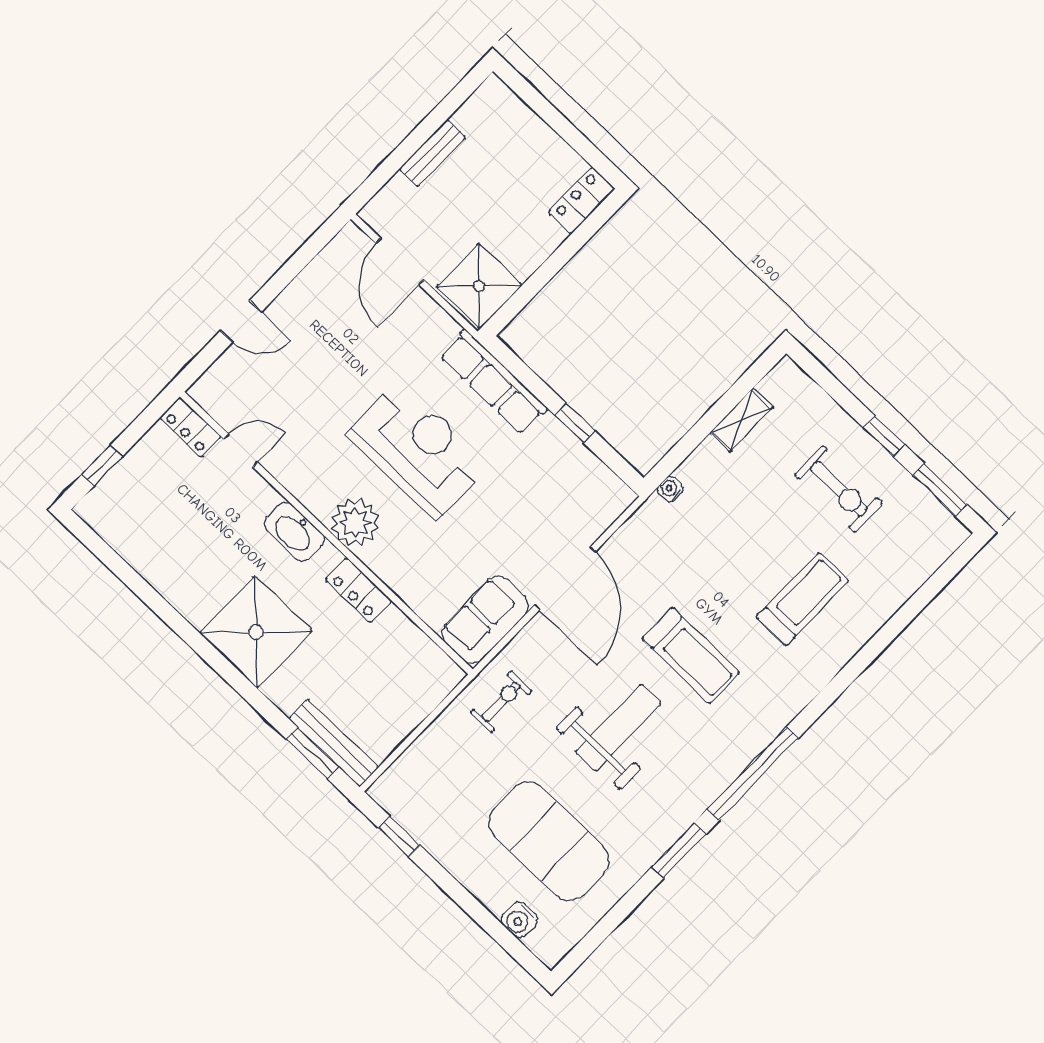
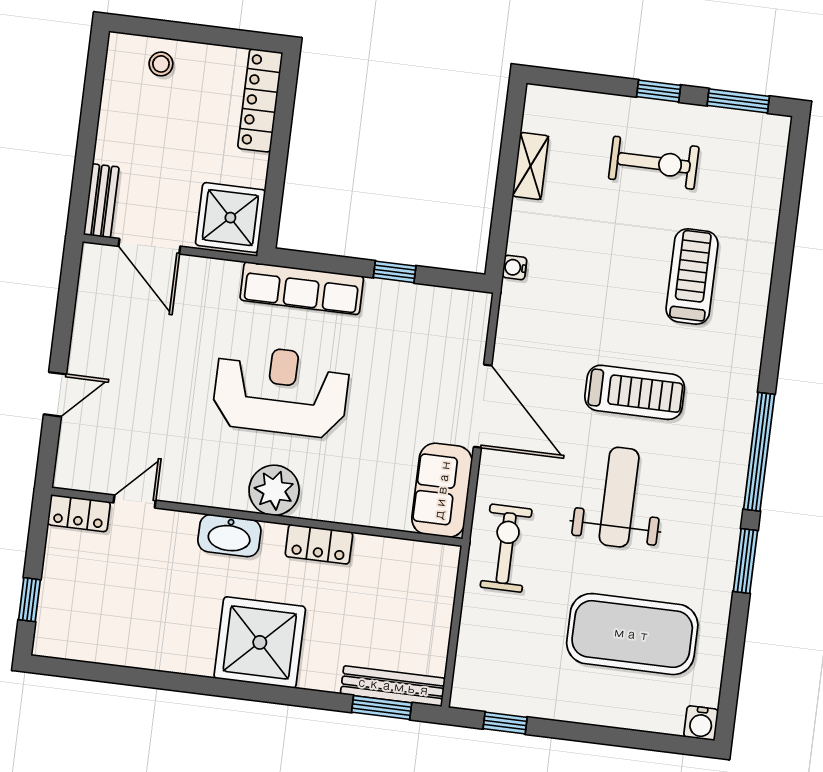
stool: (514, 127) -> (161, 64), added
bench: (432, 153) -> (101, 201), moved
locker: (582, 200) -> (260, 100), width x1.53
exercise bike: (501, 702) -> (506, 548), width x1.38, depth x1.39
water cooler: (519, 920) -> (701, 723), moved

